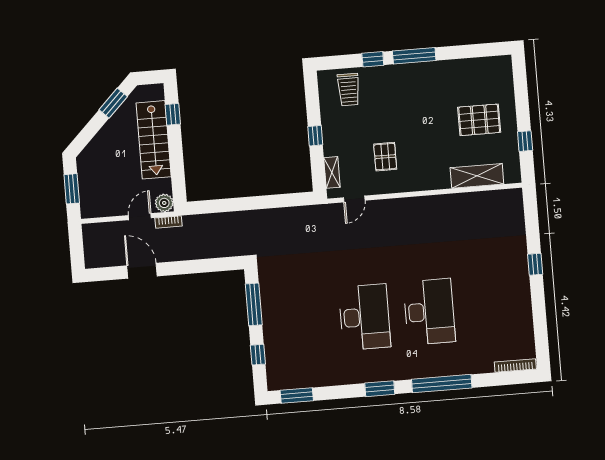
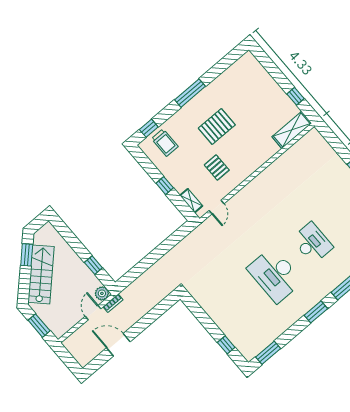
window: (373, 59) -> (149, 128), moved
window: (173, 114) -> (93, 265), moved
pallet: (479, 120) -> (217, 126), moved
stairs: (154, 140) -> (41, 274), moved, turned -135
shelving: (477, 176) -> (292, 130), moved
window: (254, 304) -> (201, 316), removed
desk: (429, 312) -> (312, 243), width x0.73, depth x0.77
desk: (365, 317) -> (275, 275), turned 180

